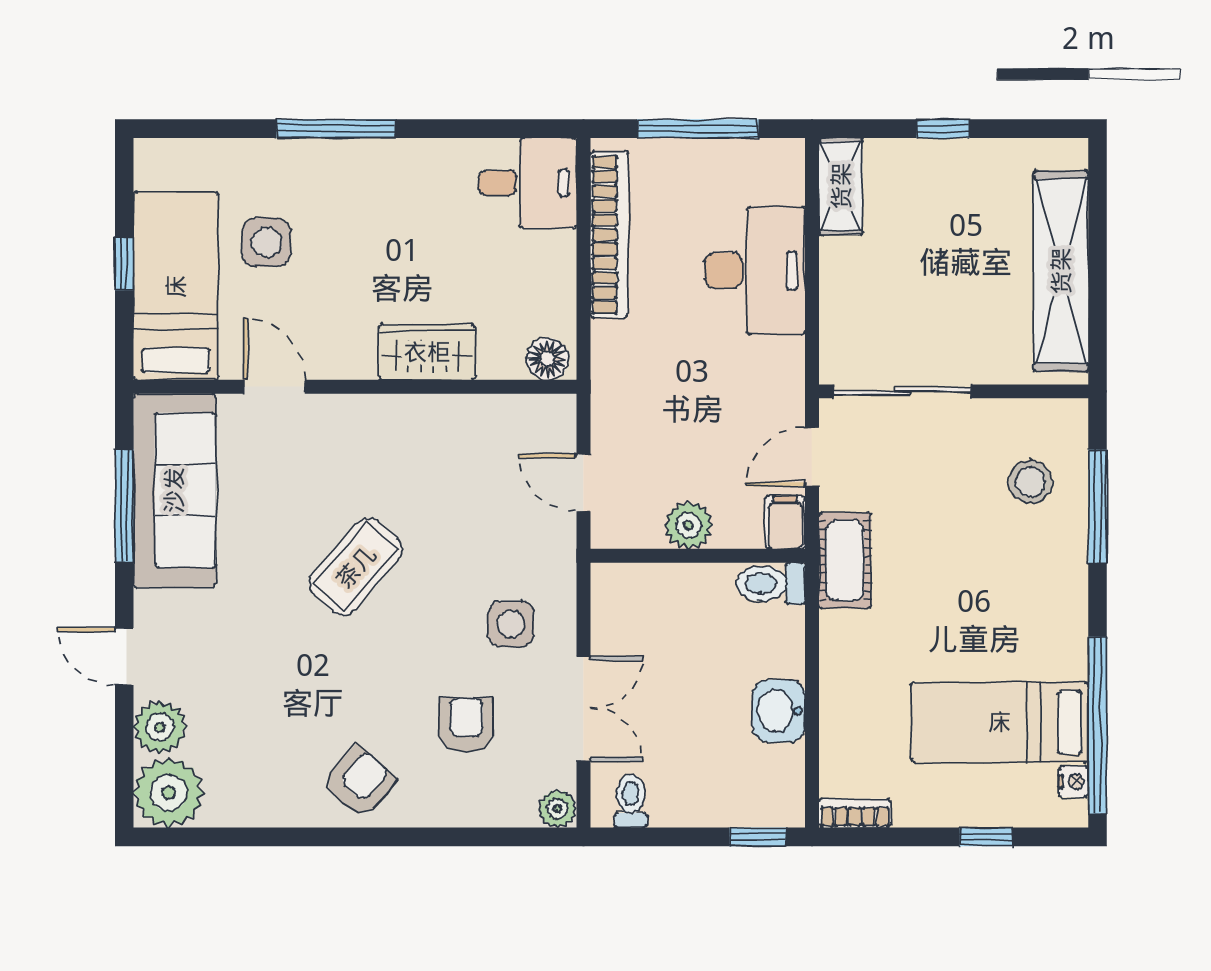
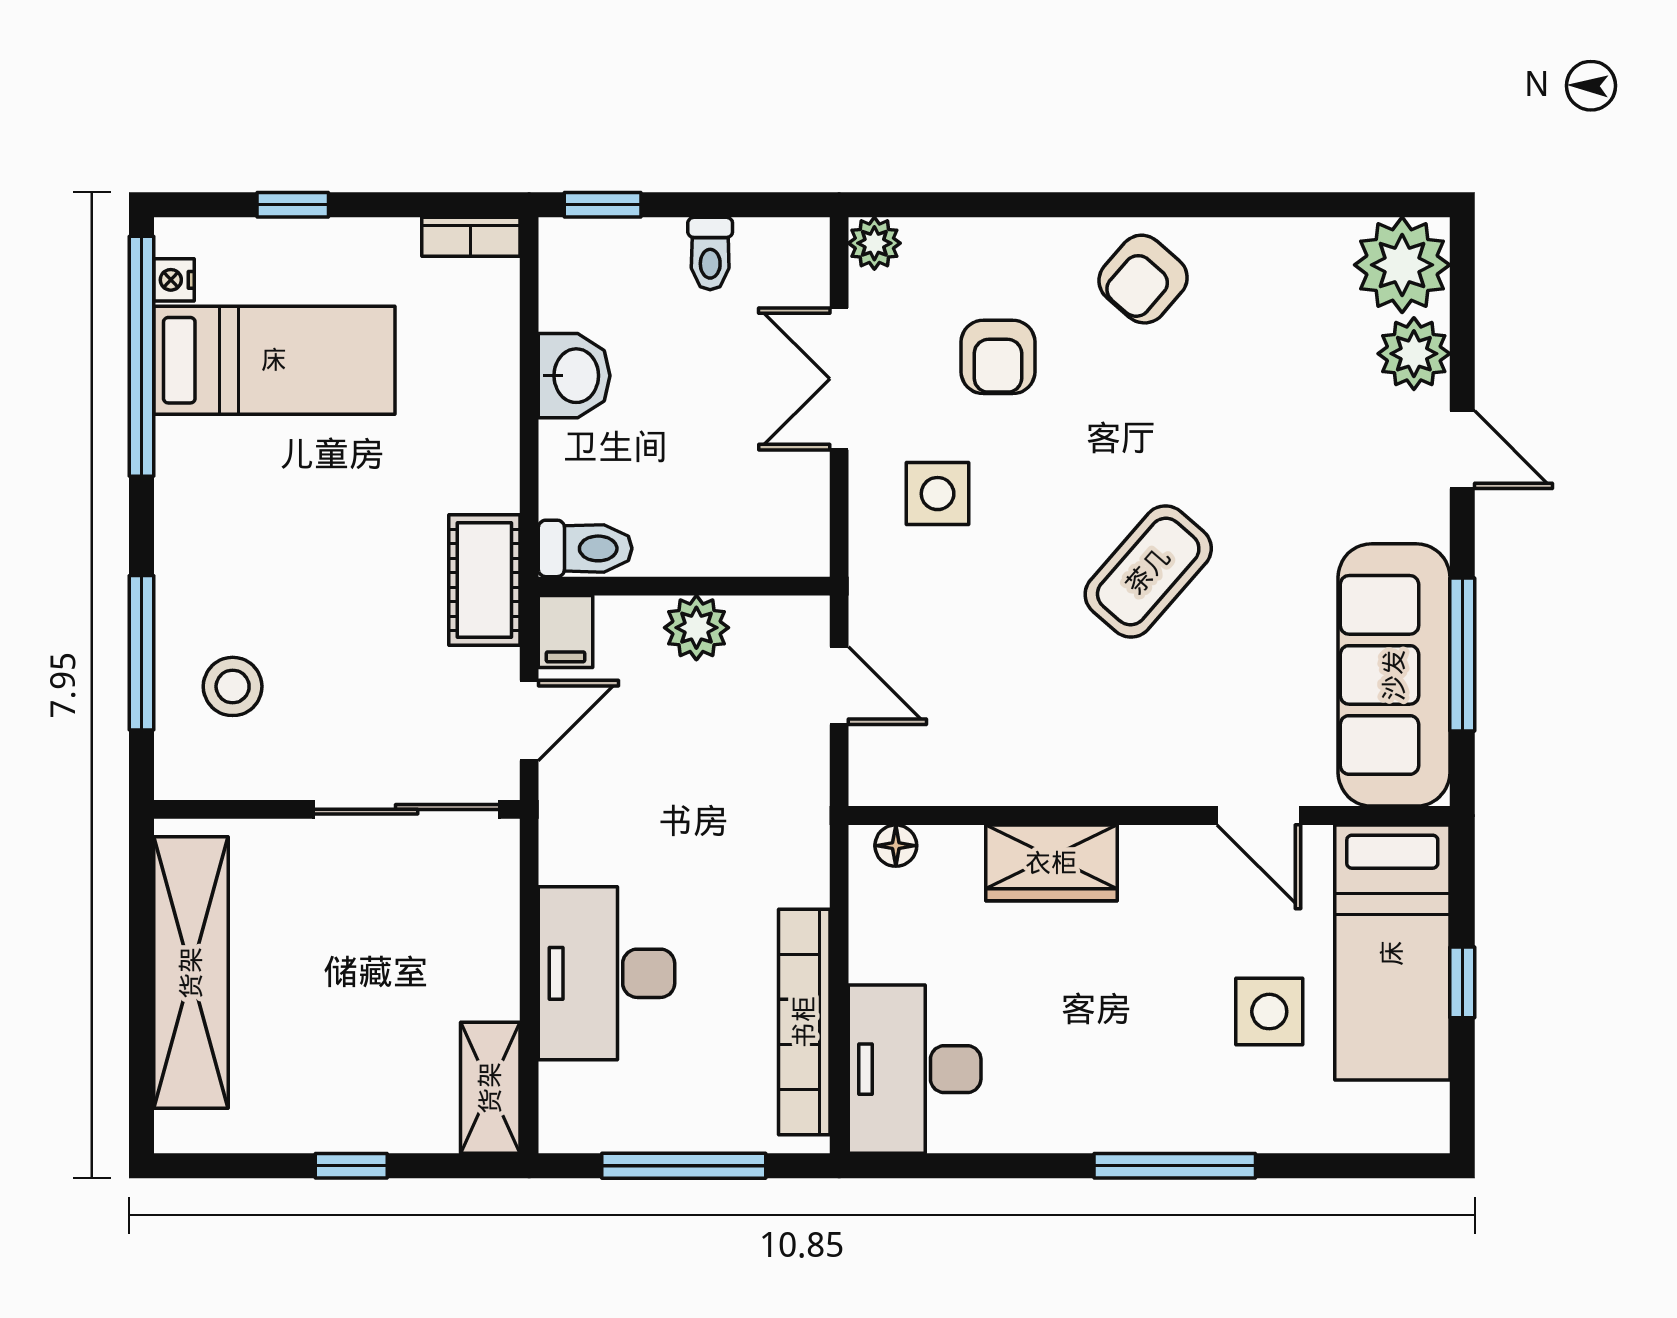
desk: (528, 183) -> (915, 1069), width x1.37
floor lamp: (547, 359) -> (896, 846), width x0.73, depth x0.73
toilet: (631, 801) -> (710, 254), moved

